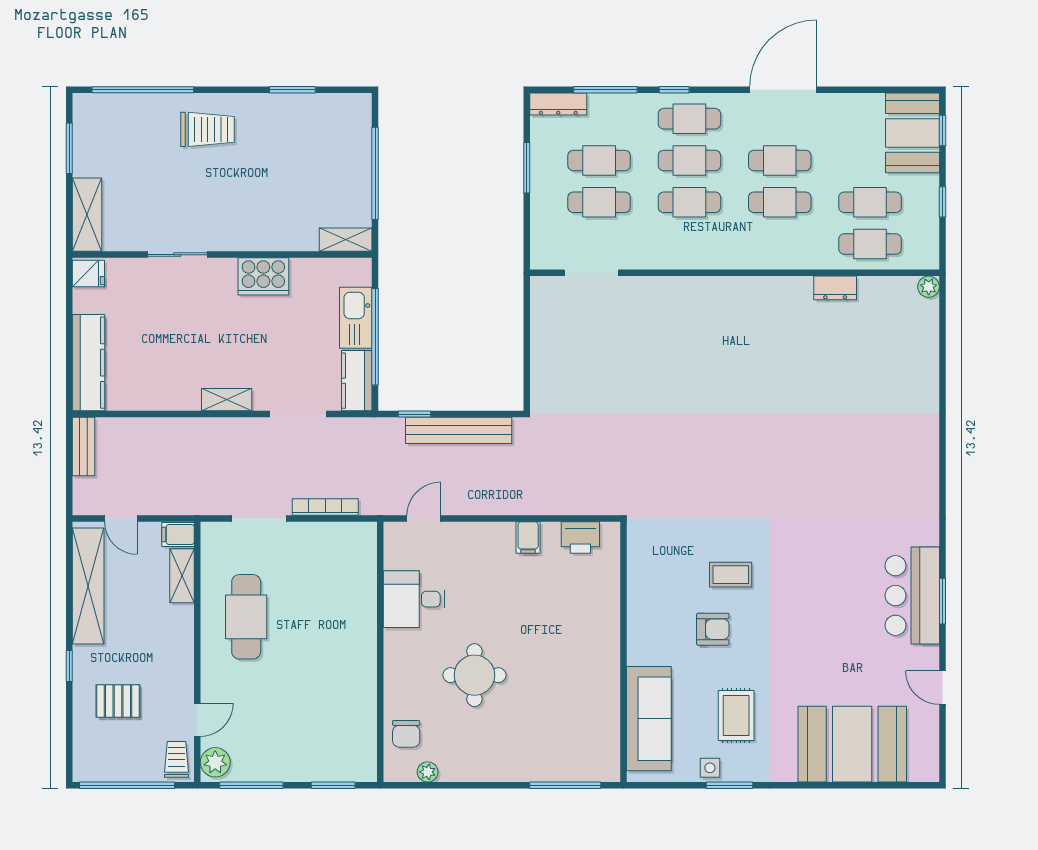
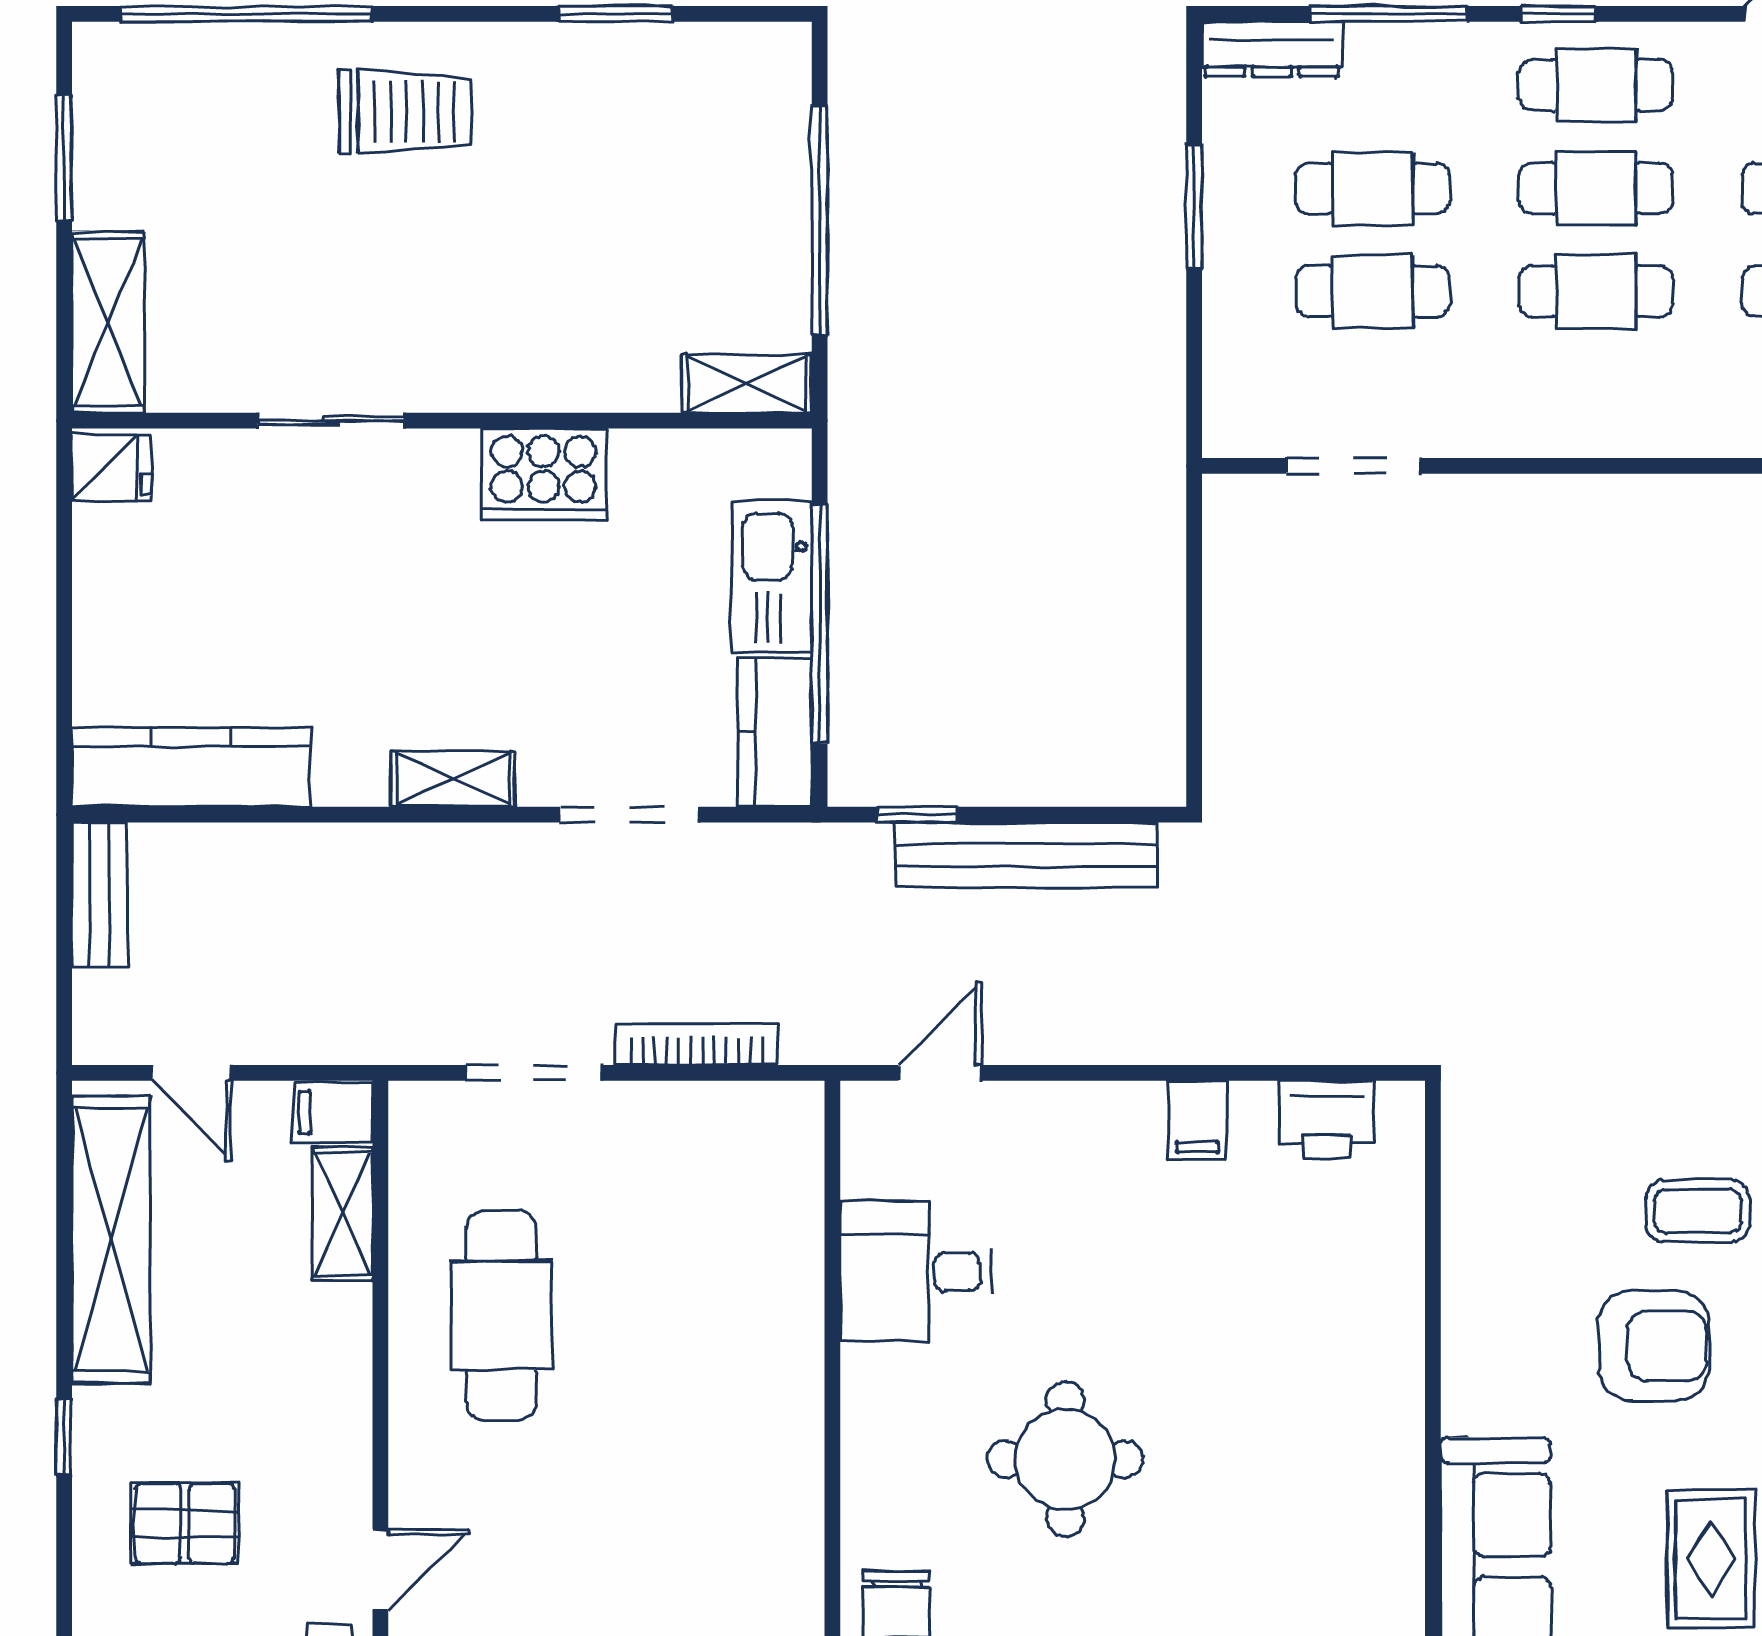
kitchen counter: (88, 363) -> (191, 767), moved, turned -90
armchair: (713, 629) -> (1654, 1346), width x1.38, depth x1.38

